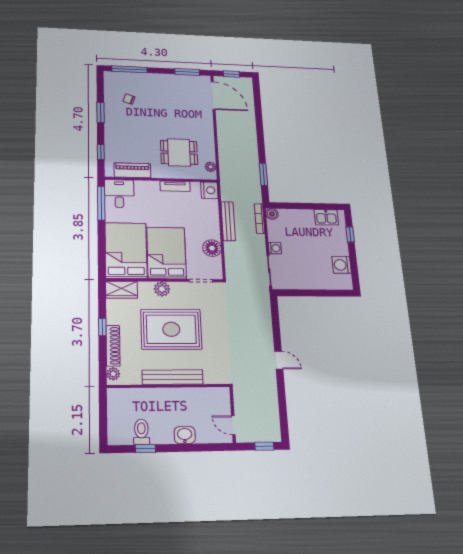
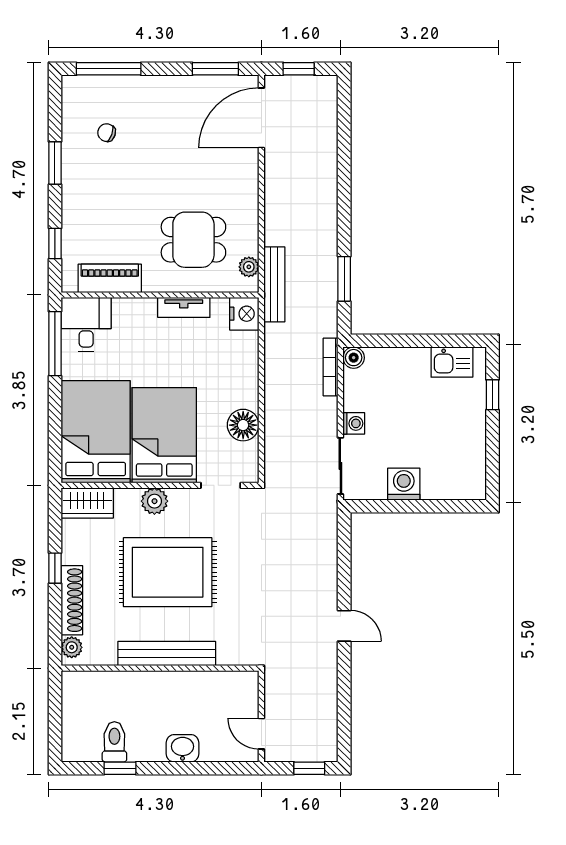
door: (213, 96) -> (261, 118), swing flipped
bench: (228, 221) -> (274, 284), moved
washing machine: (342, 265) -> (404, 484), moved, turned 90

